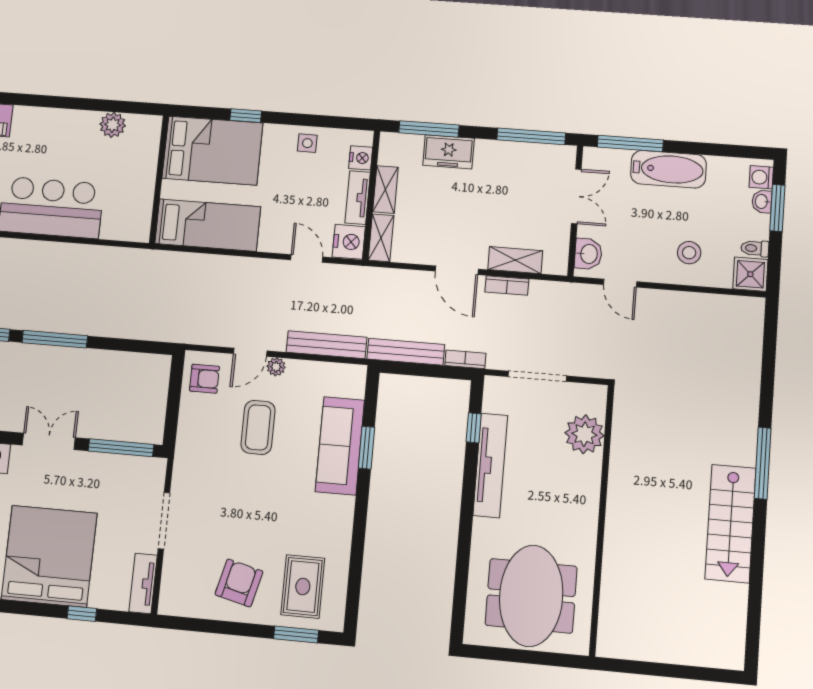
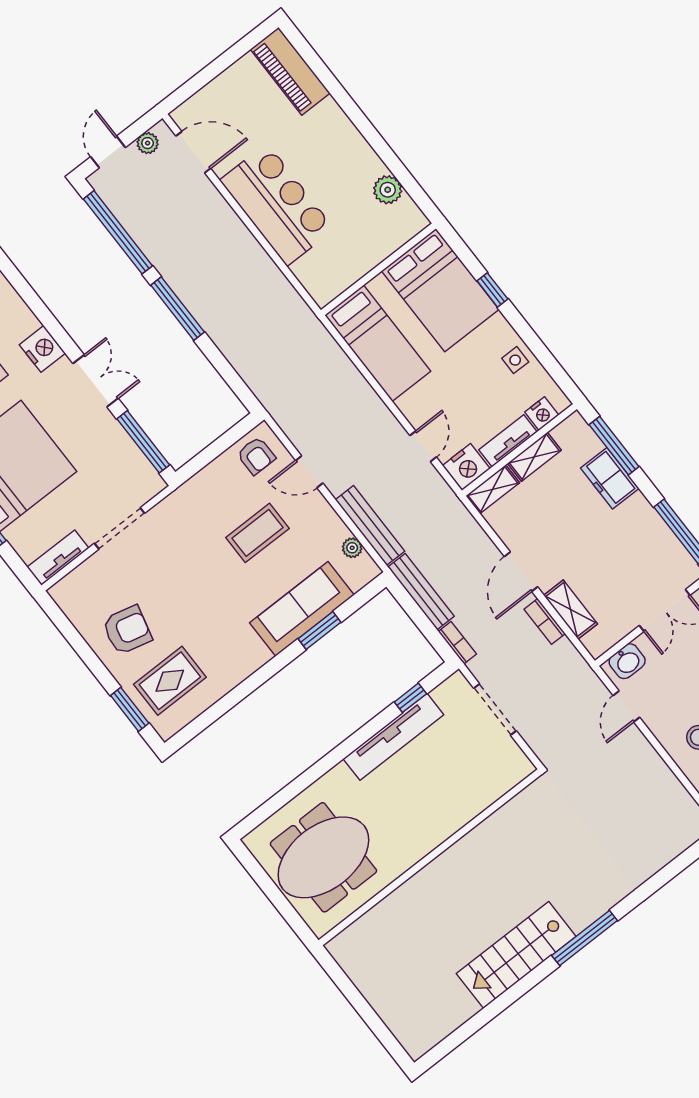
plant: (276, 367) -> (352, 548), moved
plant: (584, 434) -> (483, 786), removed

